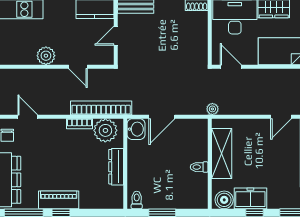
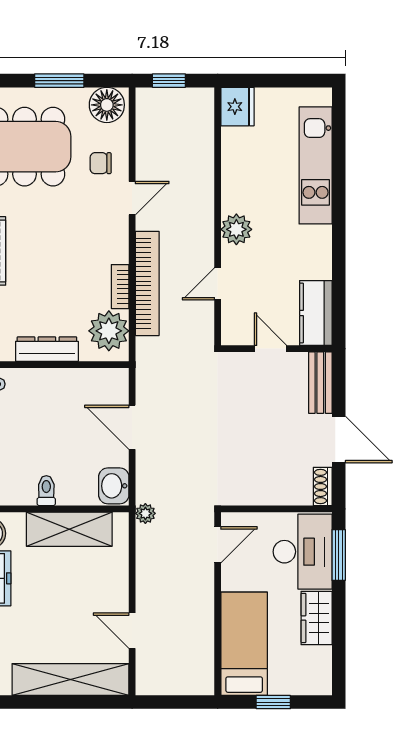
bookcase: (101, 108) -> (147, 283), moved
washbasin: (136, 129) -> (114, 486), moved, turned 90

